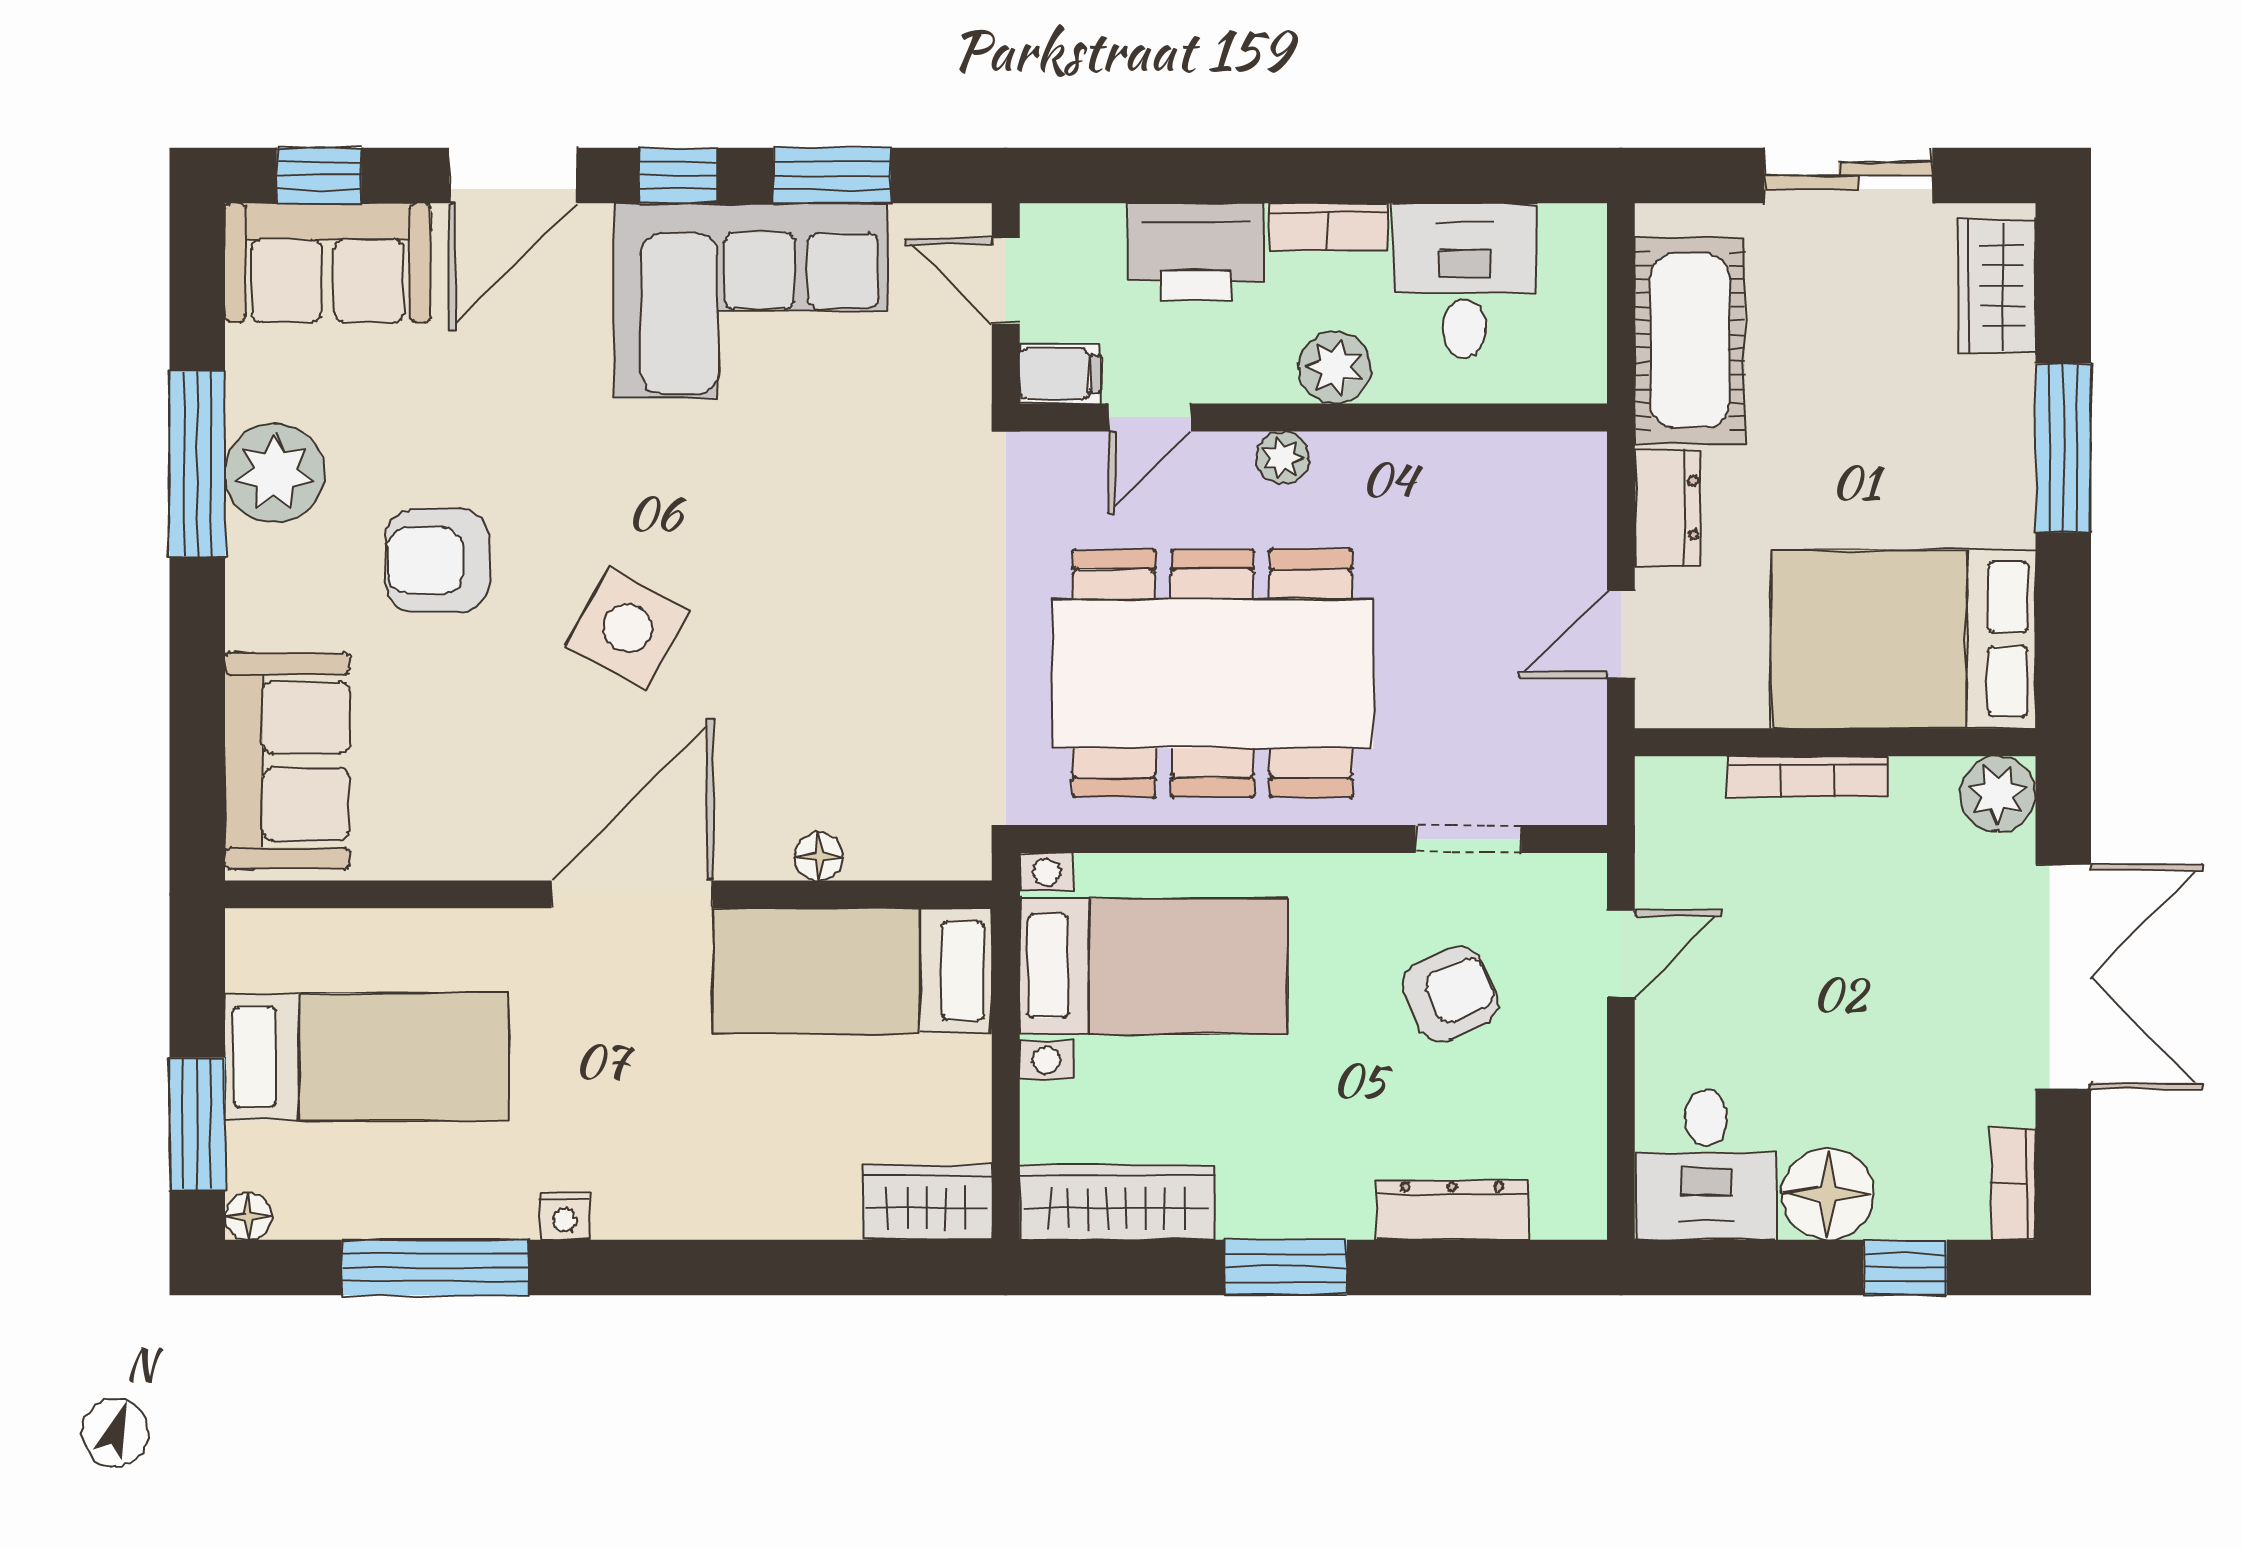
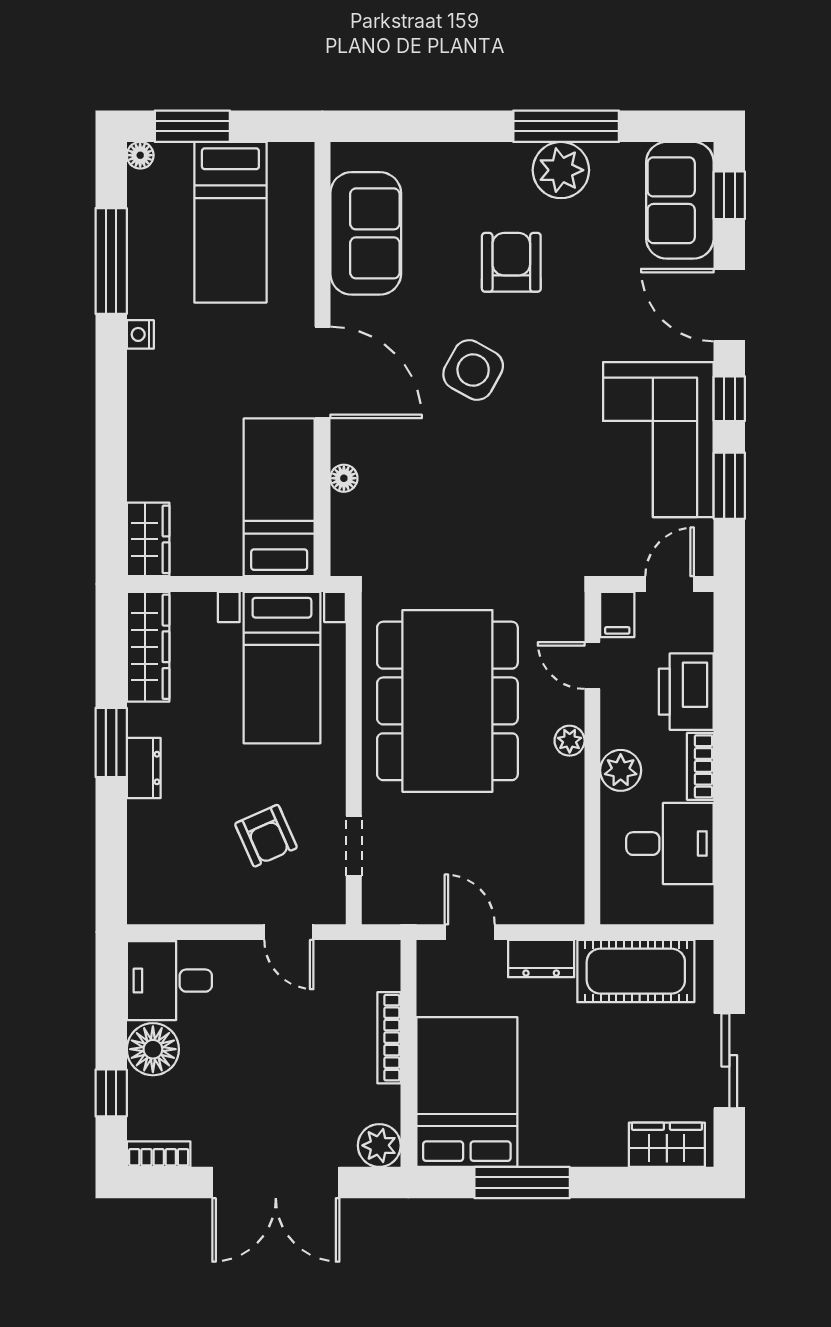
window: (2063, 448) -> (522, 1183), moved
sofa: (287, 761) -> (366, 233), moved, turned -90
dresser: (1452, 1210) -> (144, 768), moved, width x0.70

